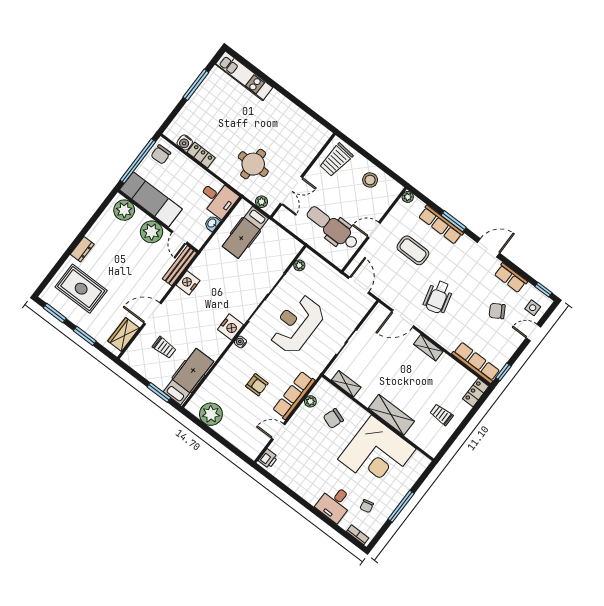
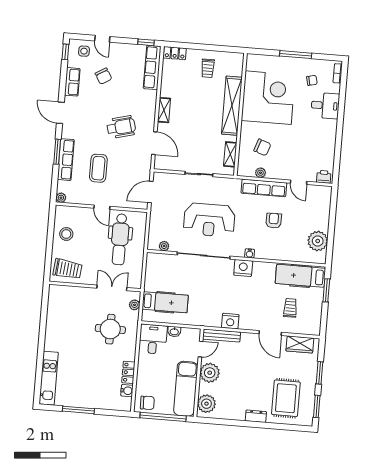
shelving: (391, 415) -> (232, 106), width x1.47

